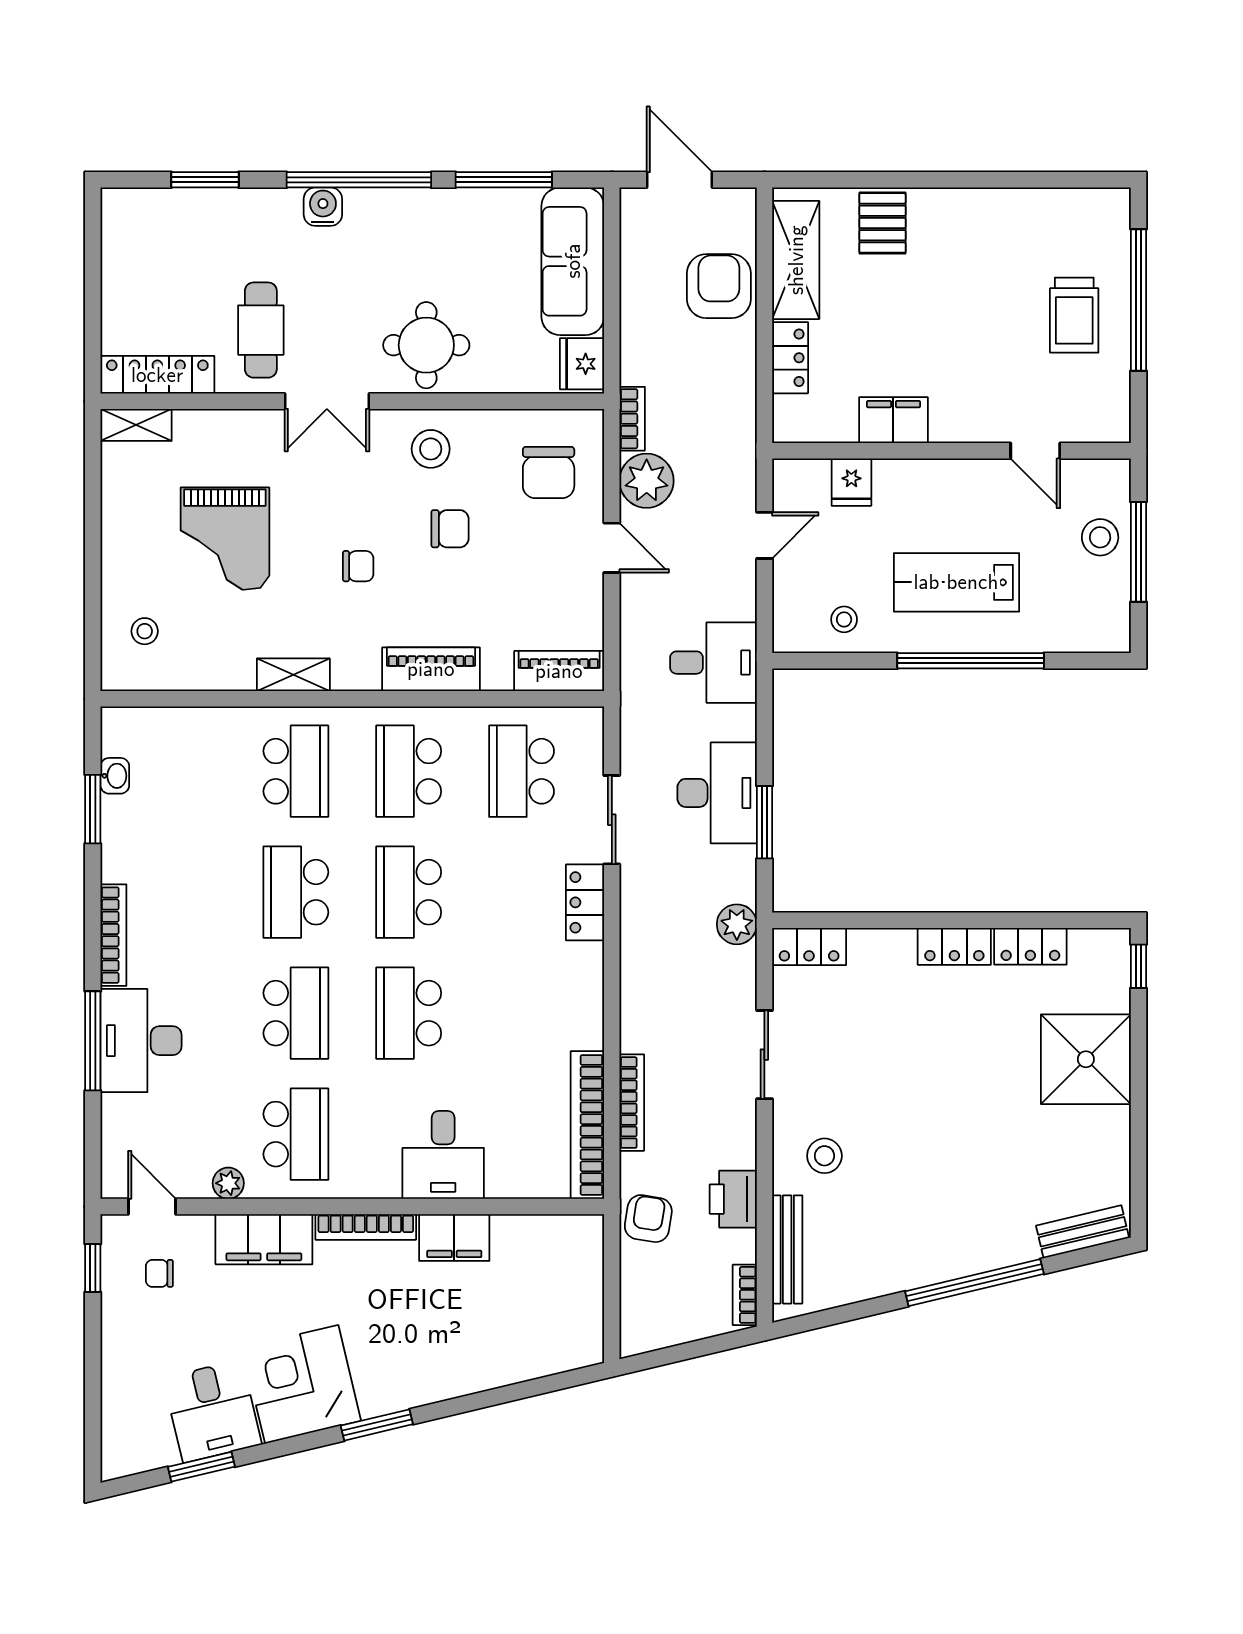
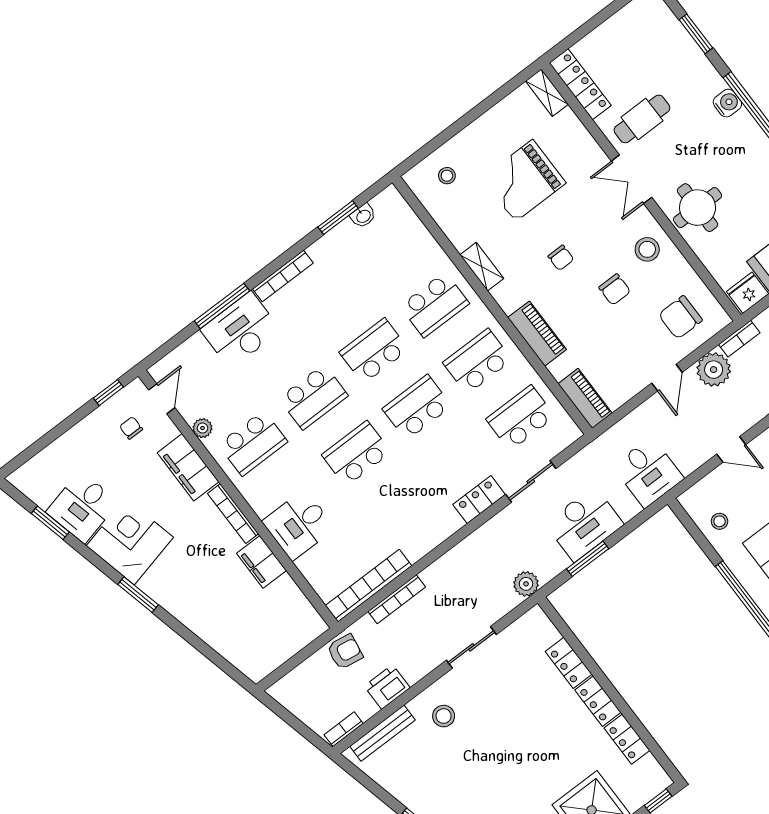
locker: (809, 947) -> (569, 663), moved

